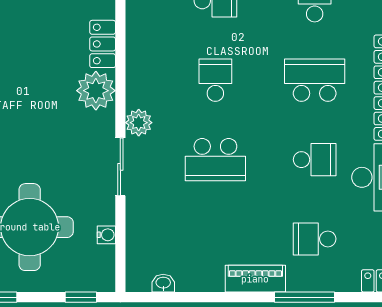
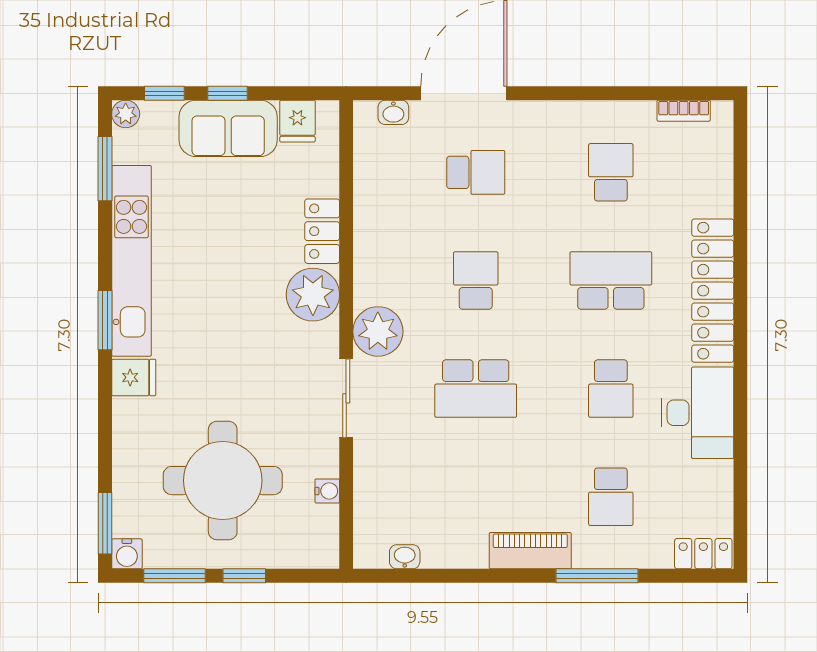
plant: (139, 123) -> (378, 331), width x1.36, depth x1.36
school desk: (315, 160) -> (611, 389), turned 90
school desk: (315, 239) -> (611, 497), turned -90
window: (81, 297) -> (244, 576), moved

